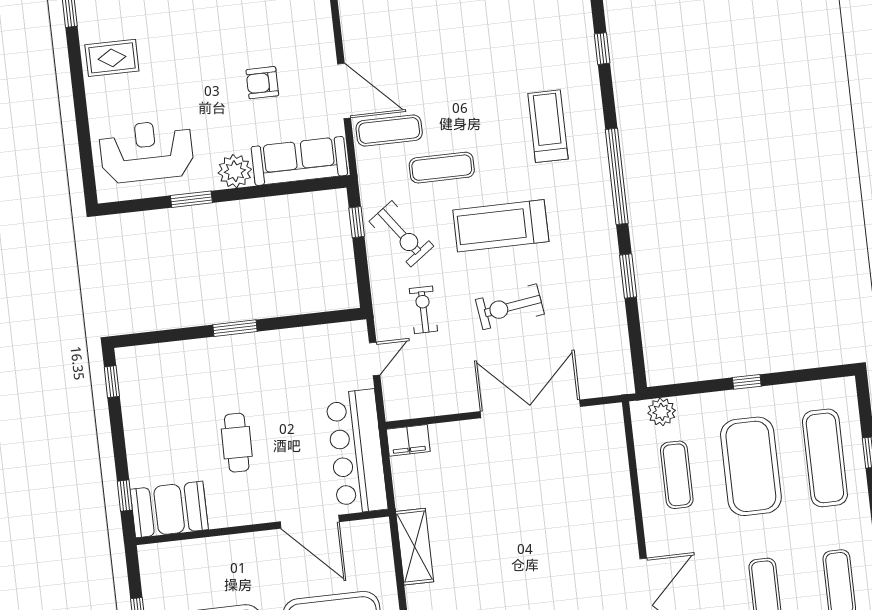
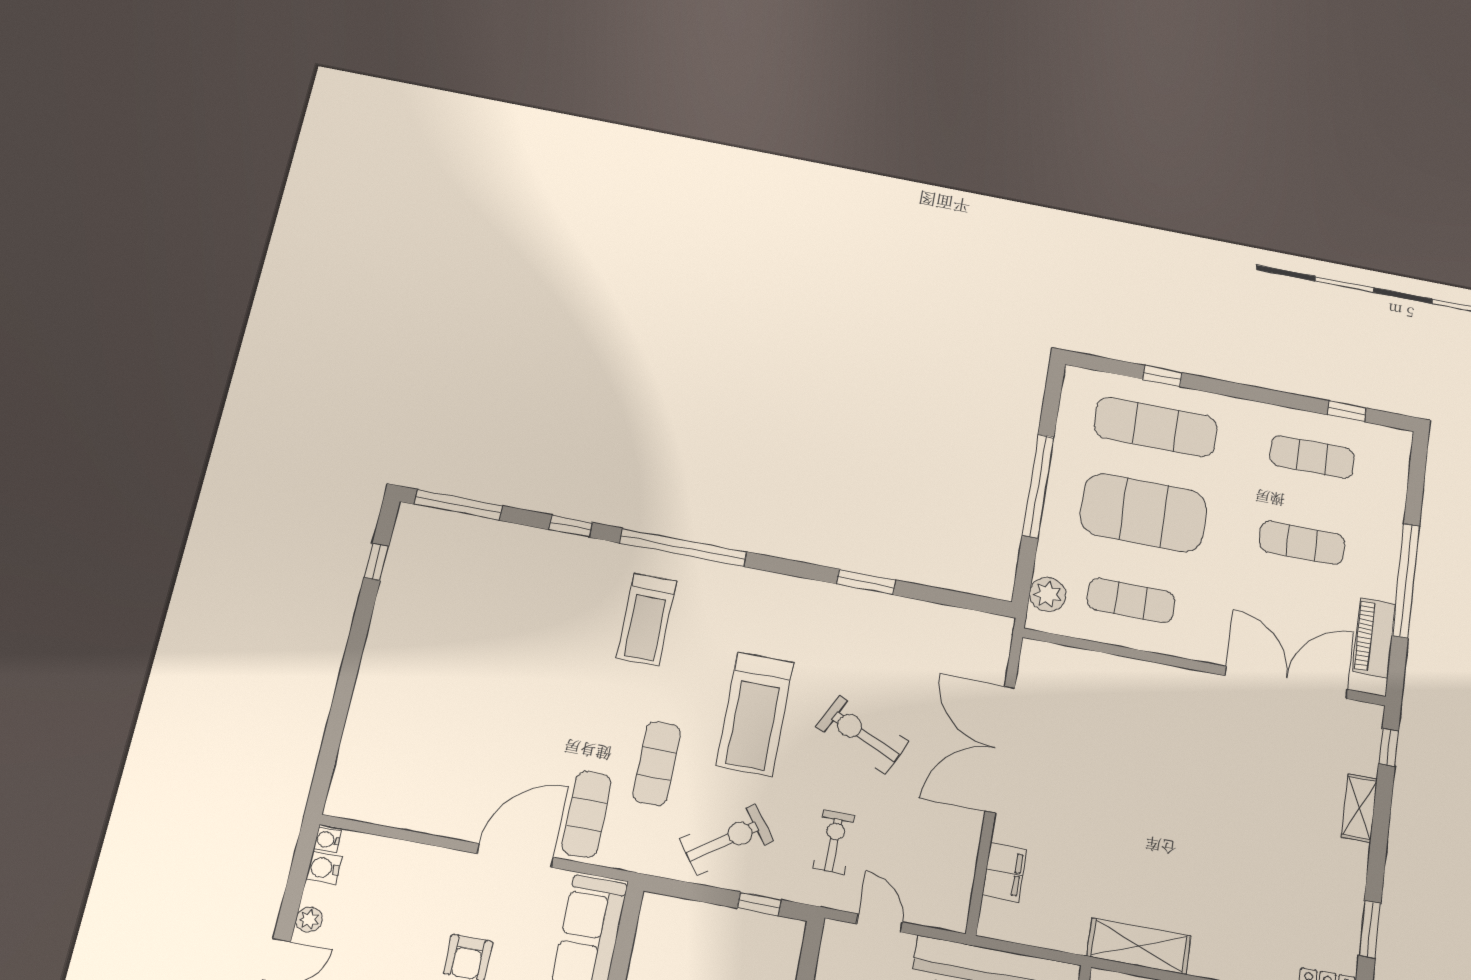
treadmill: (548, 126) -> (647, 619), turned -90
window: (617, 176) -> (683, 547), moved
window: (357, 222) -> (759, 904), moved
exercise bike: (510, 307) -> (862, 734), turned 123
exercise bike: (423, 310) -> (834, 842), turned 90
window: (747, 382) -> (1038, 486), width x3.17
filing cabinet: (408, 440) -> (1004, 872), moved

